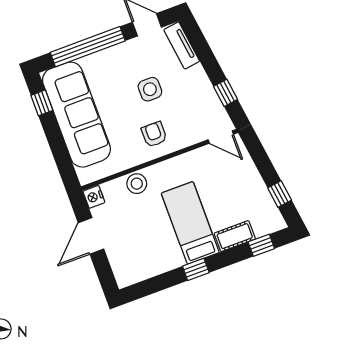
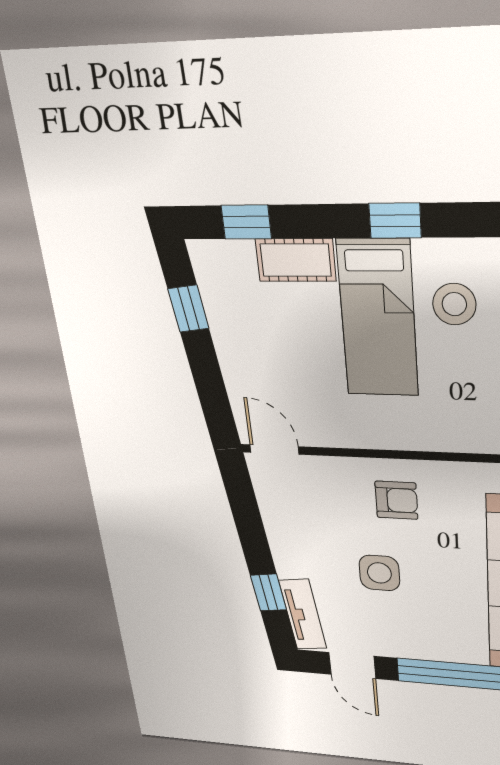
window: (226, 93) -> (268, 593), moved
armchair: (154, 134) -> (396, 500), turned -90
stool: (137, 184) -> (454, 304), moved

